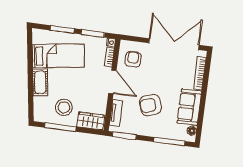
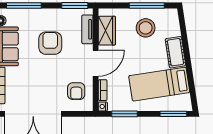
window: (62, 29) -> (173, 114), moved
door: (112, 82) -> (96, 63), swing flipped
armchair: (150, 105) -> (50, 43), turned -71
wardrobe: (91, 121) -> (107, 31), moved, turned -90

